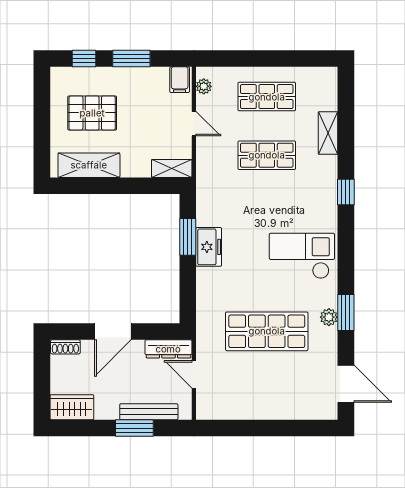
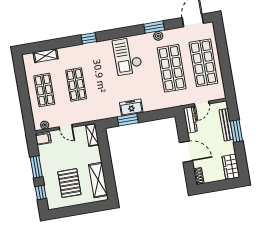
door: (194, 124) -> (66, 127), swing flipped
shelving: (328, 133) -> (46, 56), moved
shop shelf: (267, 390) -> (203, 63), added

